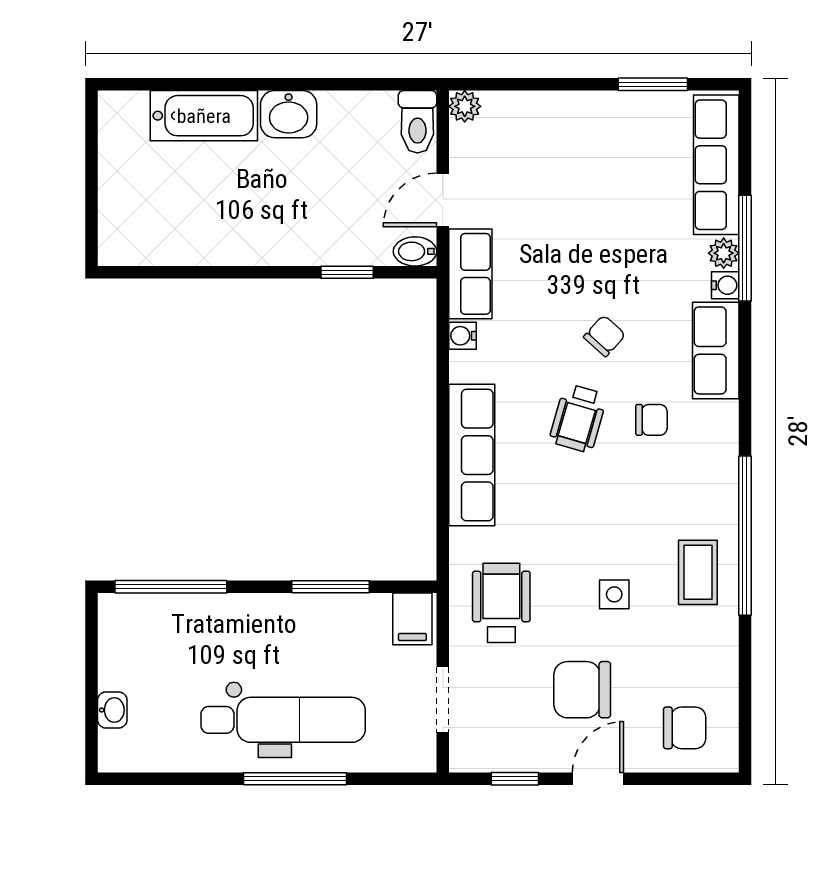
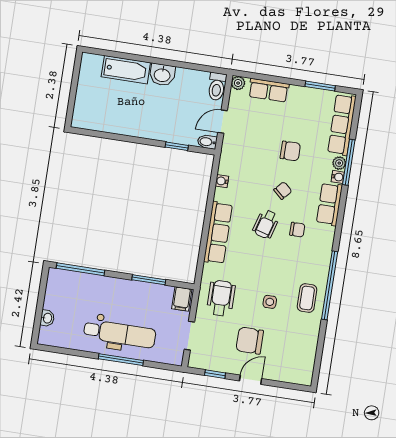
row of seats: (470, 274) -> (269, 90), moved, turned 90
chair: (685, 728) -> (290, 151), moved

